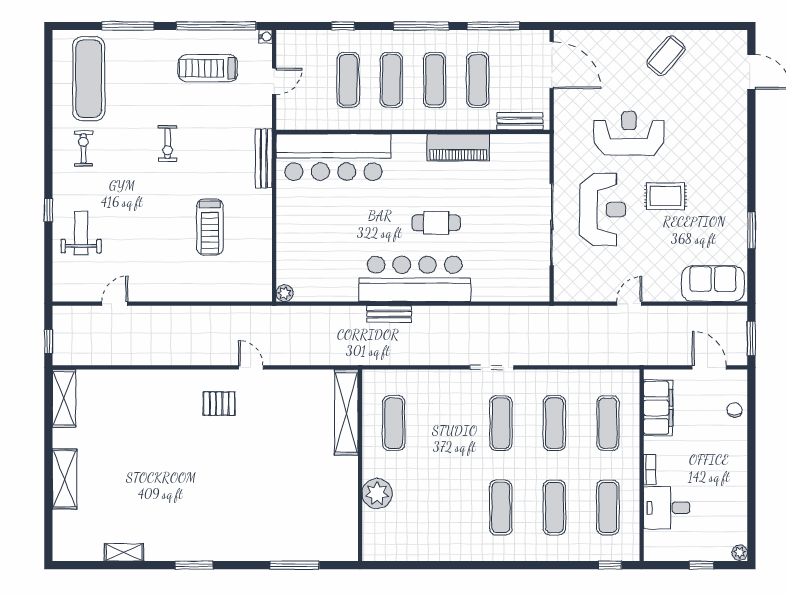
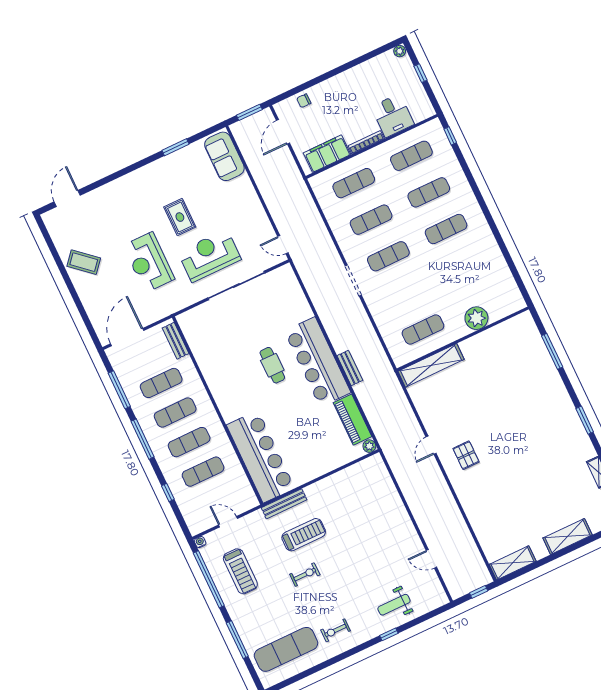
piano: (458, 147) -> (352, 420), moved, turned 180
treadmill: (210, 227) -> (304, 535), moved
door: (629, 304) -> (283, 245), moved
bookcase: (650, 470) -> (366, 142), width x1.56

